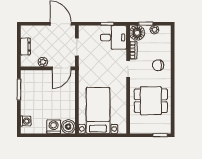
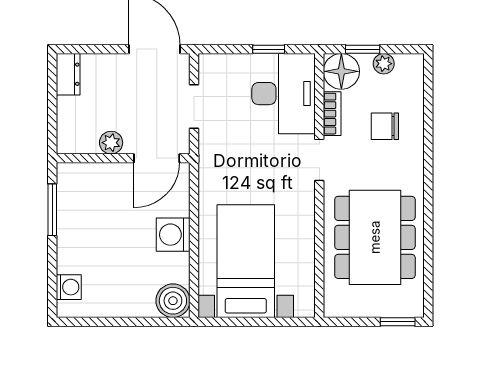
desk: (113, 37) -> (284, 94), width x1.37
dresser: (25, 47) -> (68, 74), moved
chair: (158, 65) -> (385, 126), moved
dining table: (151, 101) -> (375, 237), width x1.38
washing machine: (54, 127) -> (173, 235), moved, turned -90

